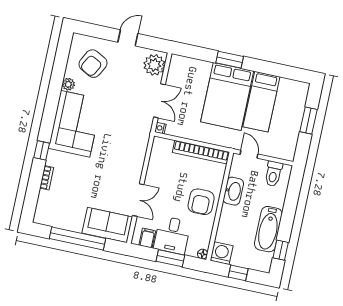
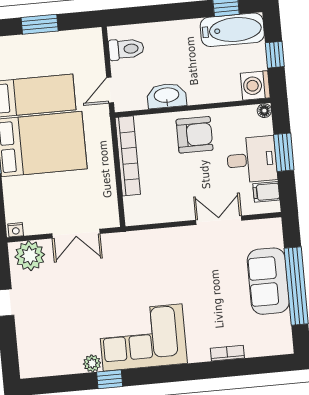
armchair: (93, 64) -> (54, 339), removed
double door: (159, 101) -> (76, 234), swing flipped
nightstand: (160, 128) -> (16, 230), moved
window: (42, 150) -> (110, 379), moved
sofa: (107, 225) -> (268, 281), moved
bathtub: (268, 229) -> (232, 30), moved

